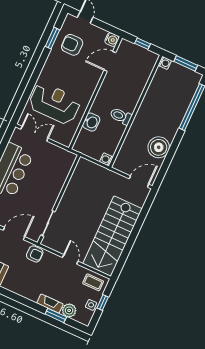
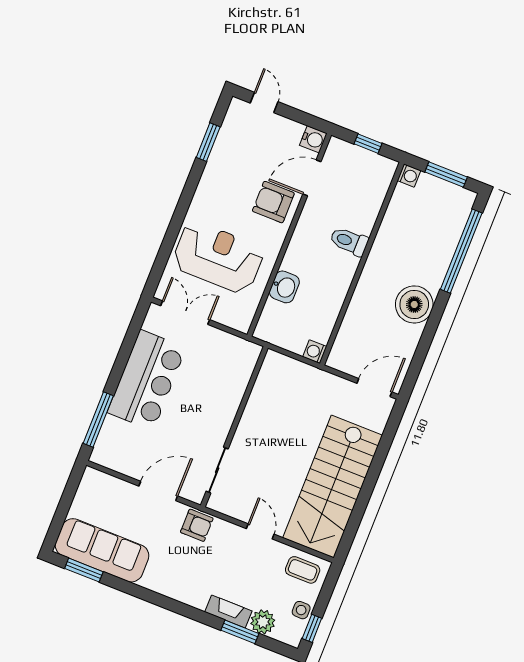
armchair: (72, 45) -> (273, 202), moved
toilet: (121, 116) -> (349, 241), moved
boiler: (159, 147) -> (414, 304), moved
window: (103, 303) -> (312, 628), moved

